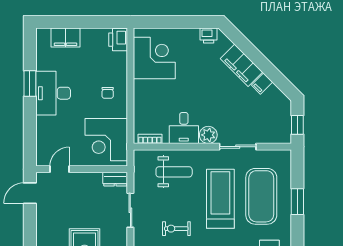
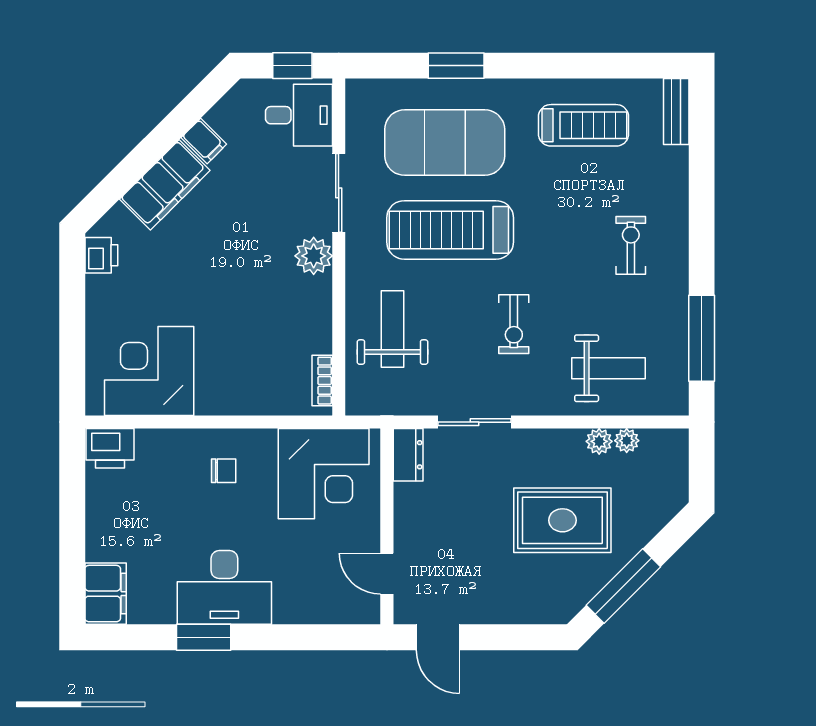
filing cabinet: (66, 38) -> (106, 594), moved
desk: (184, 128) -> (299, 115), moved

